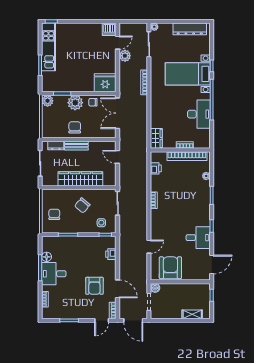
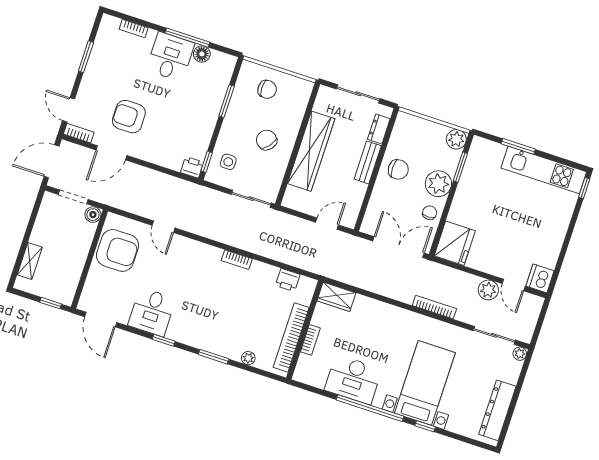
printer: (111, 254) -> (192, 167), moved

